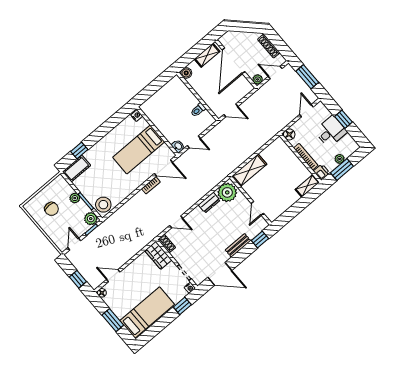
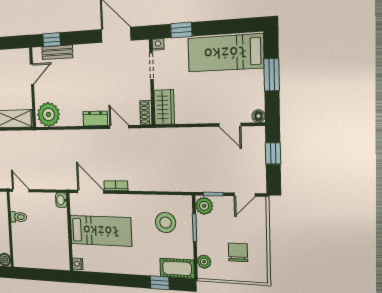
door: (194, 142) -> (21, 190), moved
plant: (75, 198) -> (204, 262), moved
dresser: (209, 203) -> (95, 118), moved
stool: (103, 205) -> (166, 223), moved
bench: (238, 245) -> (57, 52), moved

